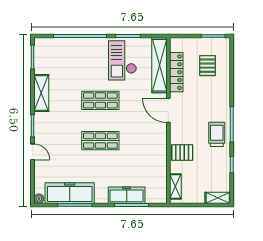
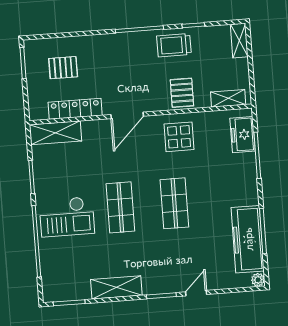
checkout: (122, 60) -> (67, 217), moved
shelving: (159, 65) -> (56, 133), width x0.68
trolley: (217, 134) -> (174, 45), moved
display table: (150, 148) -> (179, 137), added
freezer: (127, 195) -> (243, 135), moved, width x0.71

